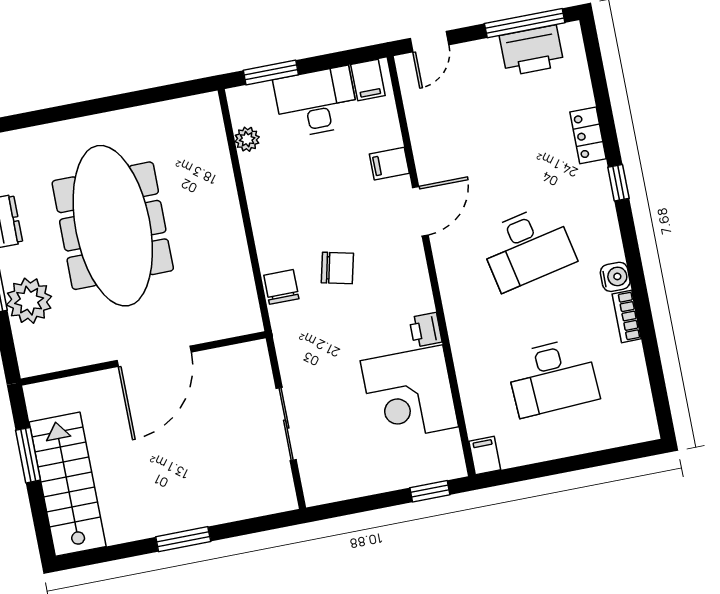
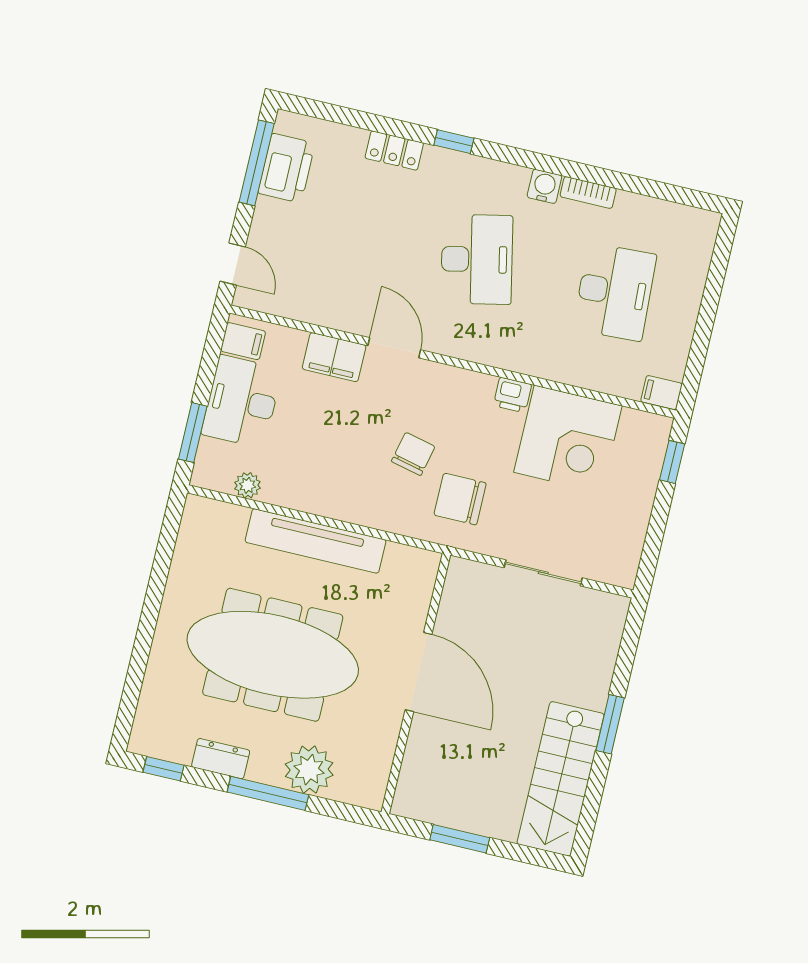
filing cabinet: (389, 164) -> (334, 357), width x2.00
tv unit: (226, 218) -> (315, 541), added
chair: (281, 287) -> (460, 499), moved, width x1.37, depth x1.37
stairs: (68, 484) -> (561, 779), moved, turned -90

